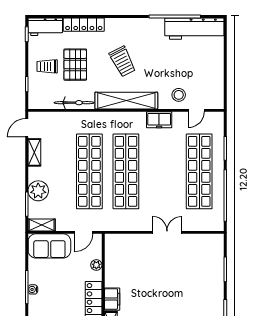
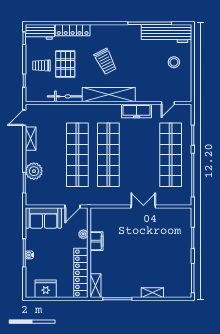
stool: (179, 95) -> (174, 62), moved
freezer: (159, 120) -> (137, 111), width x1.40
shelving: (42, 225) -> (37, 200), removed
filing cabinet: (112, 299) -> (97, 241), moved

